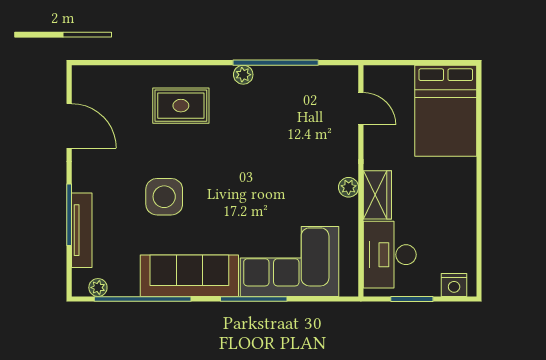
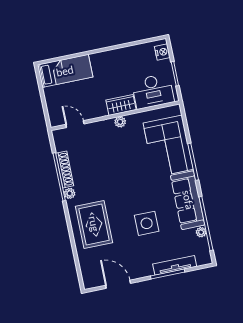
shoe rack: (286, 75) -> (65, 169), added
rug: (181, 106) -> (94, 224), width x1.36, depth x1.43
door: (361, 109) -> (75, 124), hinge flipped
bed: (446, 111) -> (65, 71), width x0.67
door: (69, 126) -> (118, 284), hinge flipped
plant: (98, 288) -> (201, 232), moved

